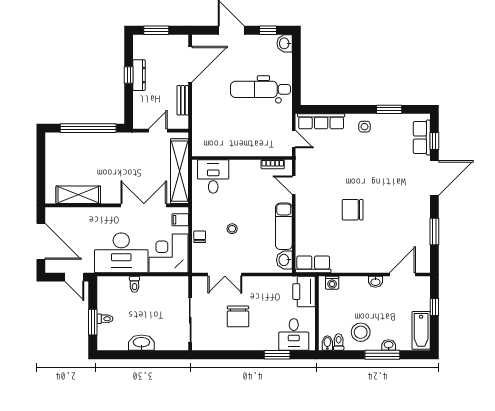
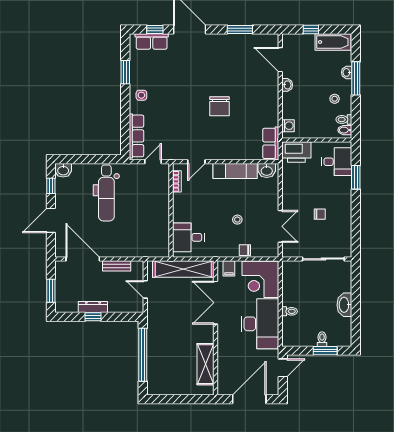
chair: (238, 316) -> (320, 214), width x0.54, depth x0.54
stool: (361, 332) -> (335, 99), width x0.53, depth x0.53

